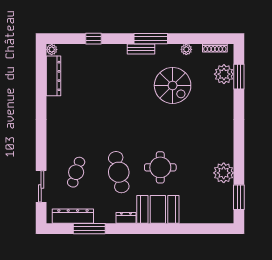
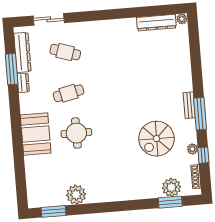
window: (93, 39) -> (203, 155), moved
cafe table: (119, 172) -> (69, 93), width x0.73, depth x0.74
dresser: (126, 218) -> (23, 83), moved

